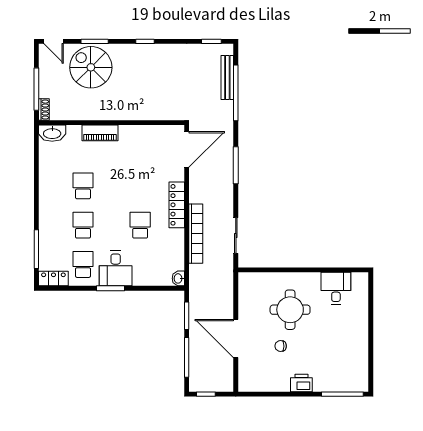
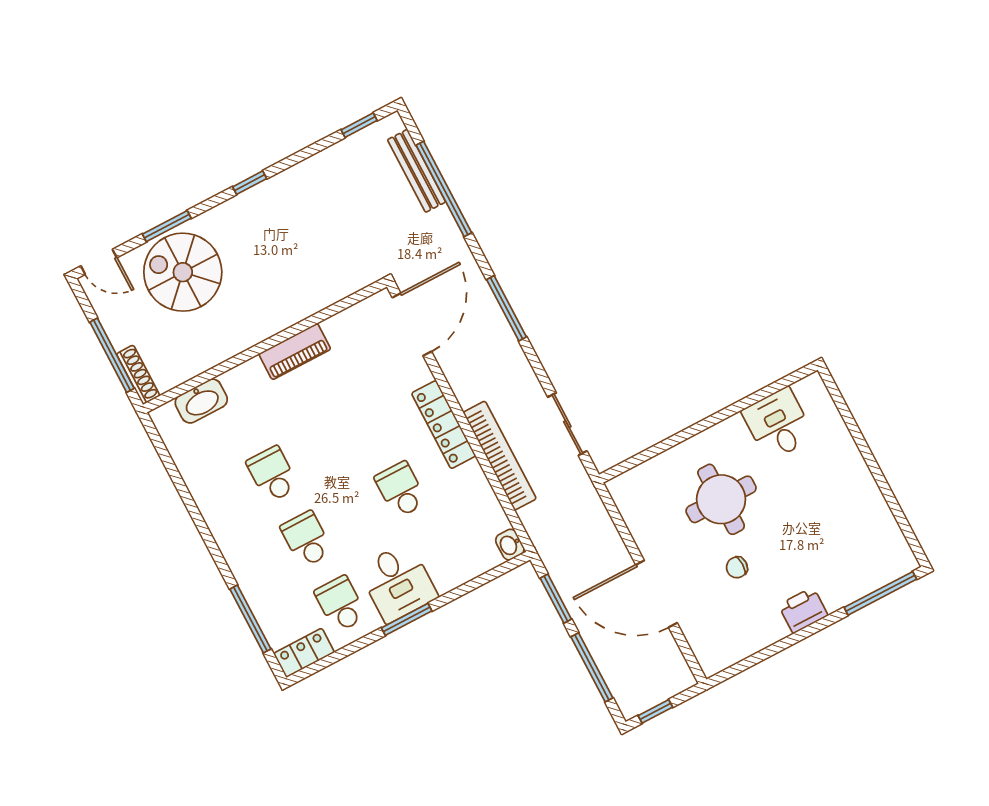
shoe rack: (44, 110) -> (138, 375), width x1.43
washbasin: (52, 133) -> (201, 401), moved
piano: (100, 133) -> (295, 352), moved

